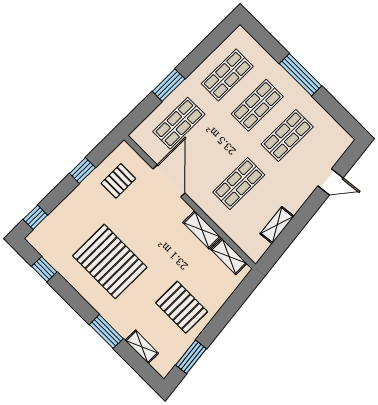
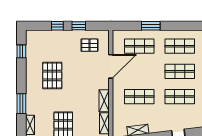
window: (35, 217) -> (57, 26), moved
pallet: (110, 261) -> (52, 76), width x0.73, depth x0.71

